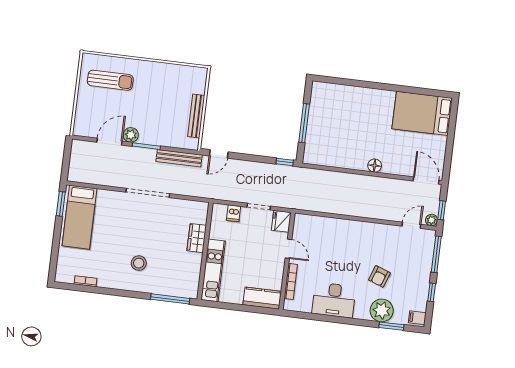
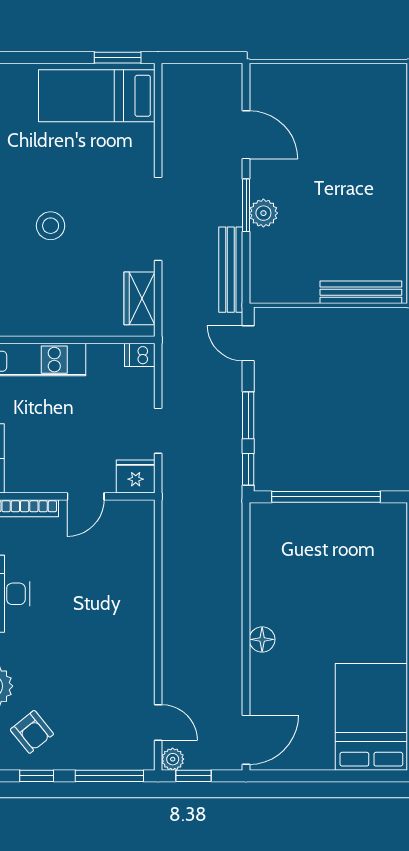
sun lounger: (110, 80) -> (362, 122), removed
bench: (196, 116) -> (361, 292), moved
window: (304, 123) -> (326, 497), width x1.46
plant: (131, 135) -> (263, 213), moved
window: (256, 158) -> (248, 415), added
dishwasher: (234, 213) -> (140, 355), moved
wardrobe: (197, 238) -> (140, 298), moved, turned -90
stool: (139, 263) -> (51, 226), moved
armchair: (379, 276) -> (32, 732), moved, turned -149

